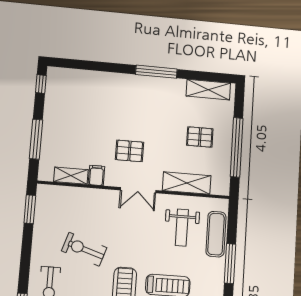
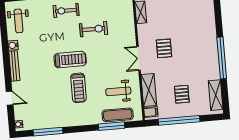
window: (156, 72) -> (222, 58), width x1.46
filing cabinet: (96, 175) -> (151, 112), moved
exercise bike: (84, 249) -> (93, 29), turned 72
window: (230, 264) -> (112, 126), moved

